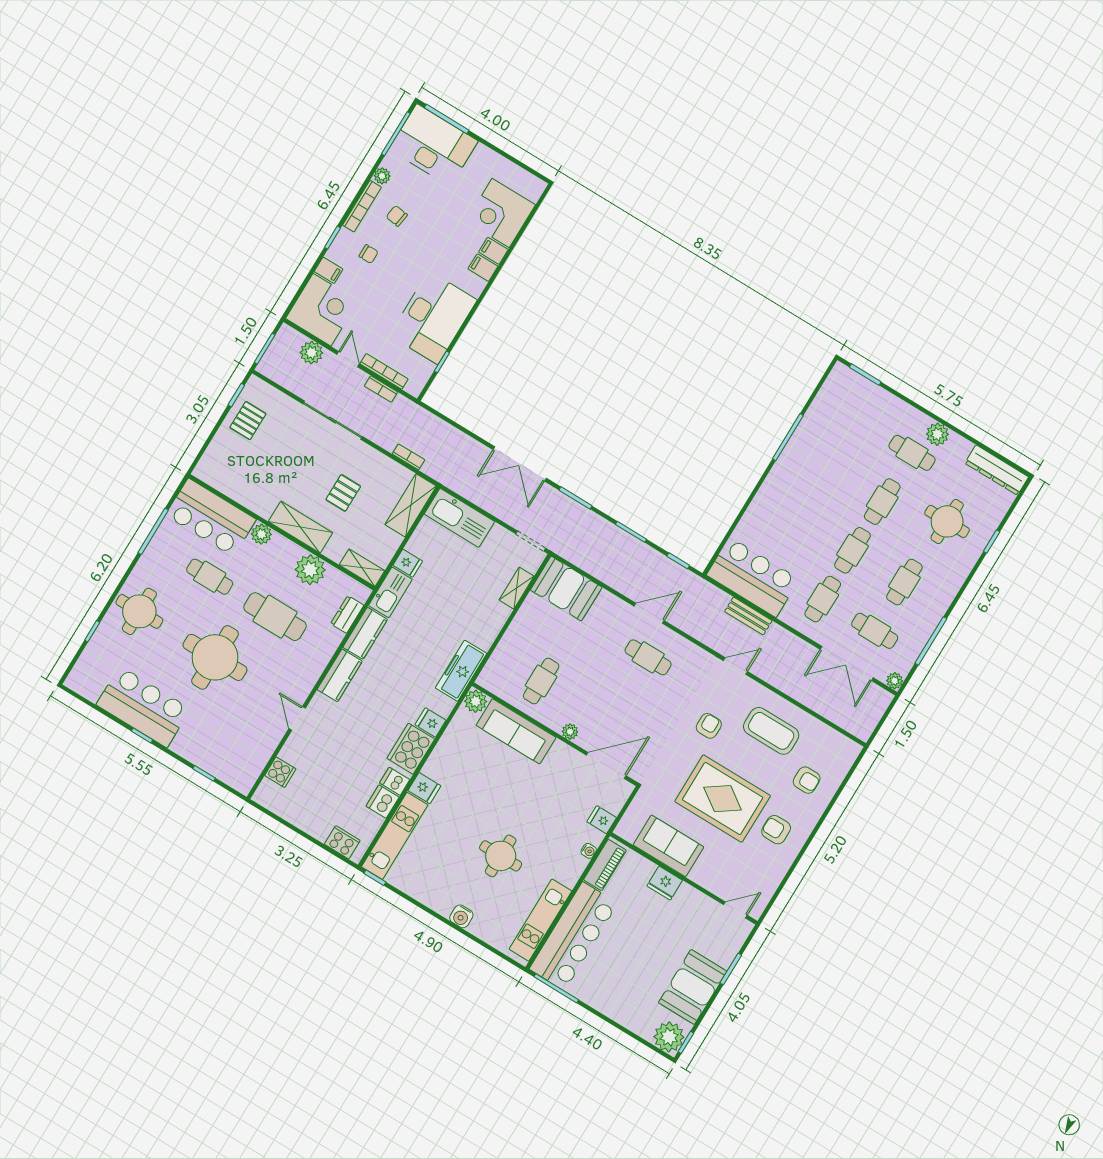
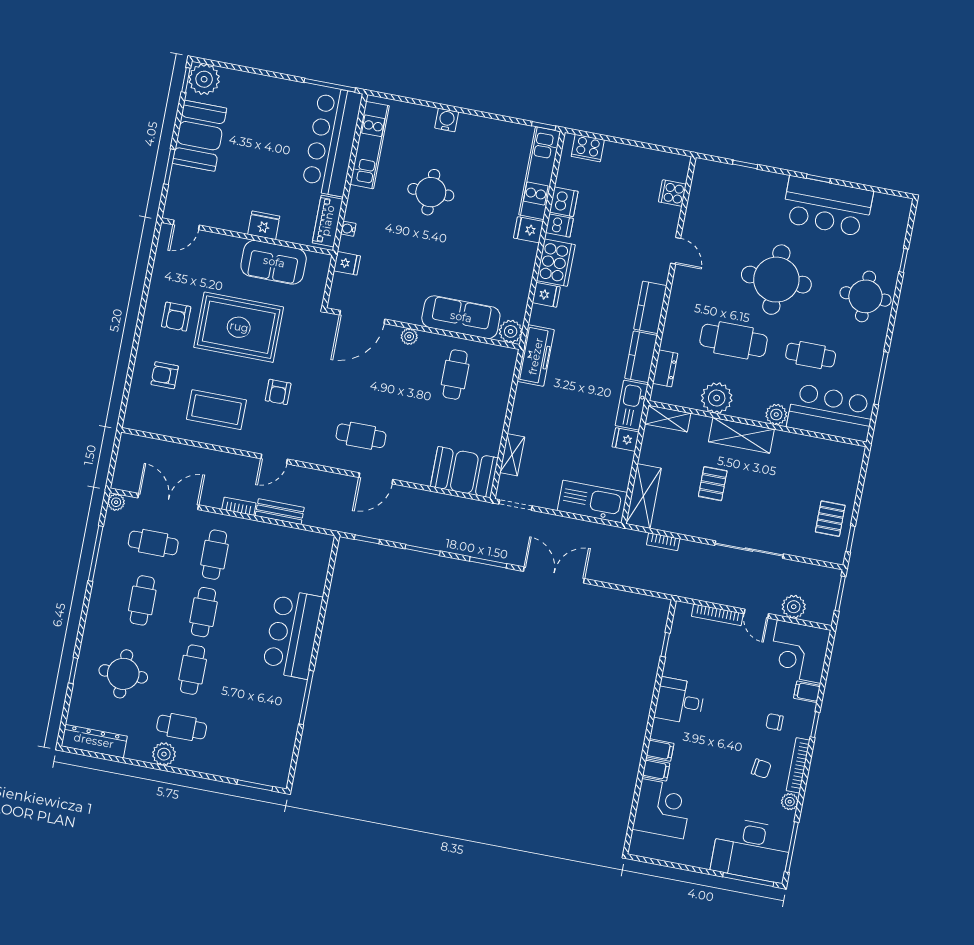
desk: (433, 318) -> (680, 701), width x0.53, depth x0.77
bookcase: (381, 389) -> (239, 506), moved
bar counter: (753, 577) -> (293, 634), moved, turned 90
armchair: (776, 830) -> (176, 317), turned 90

